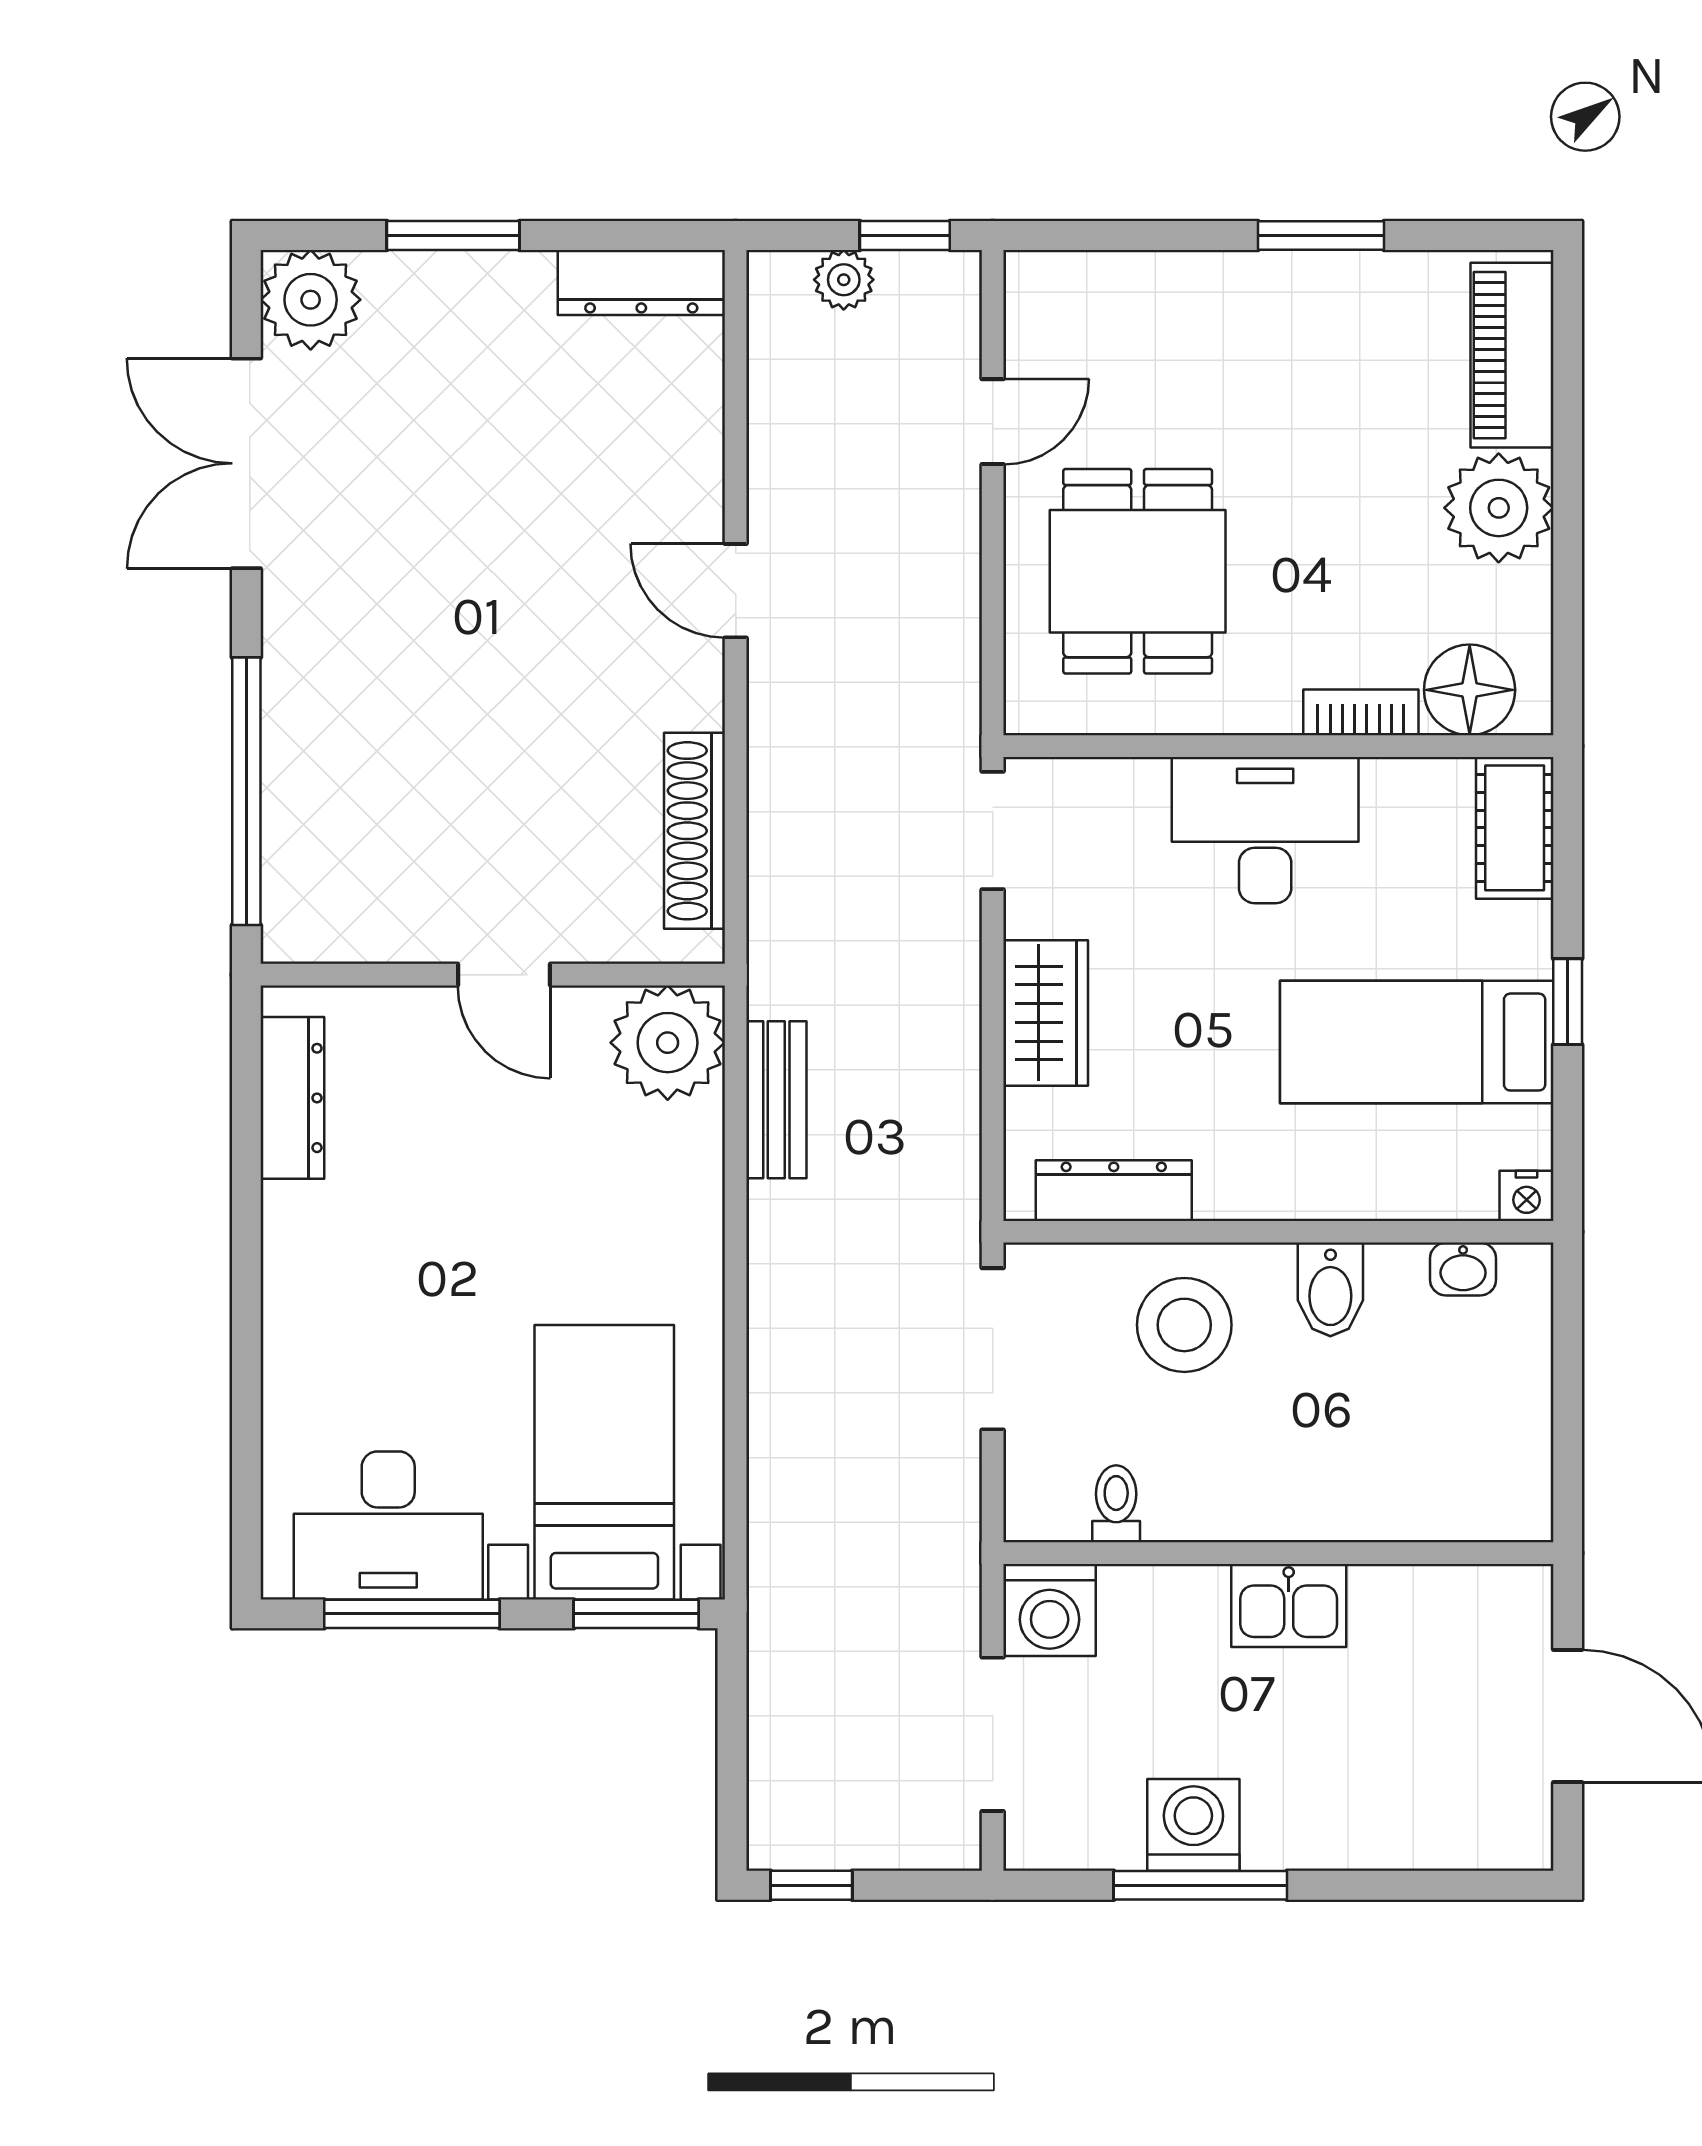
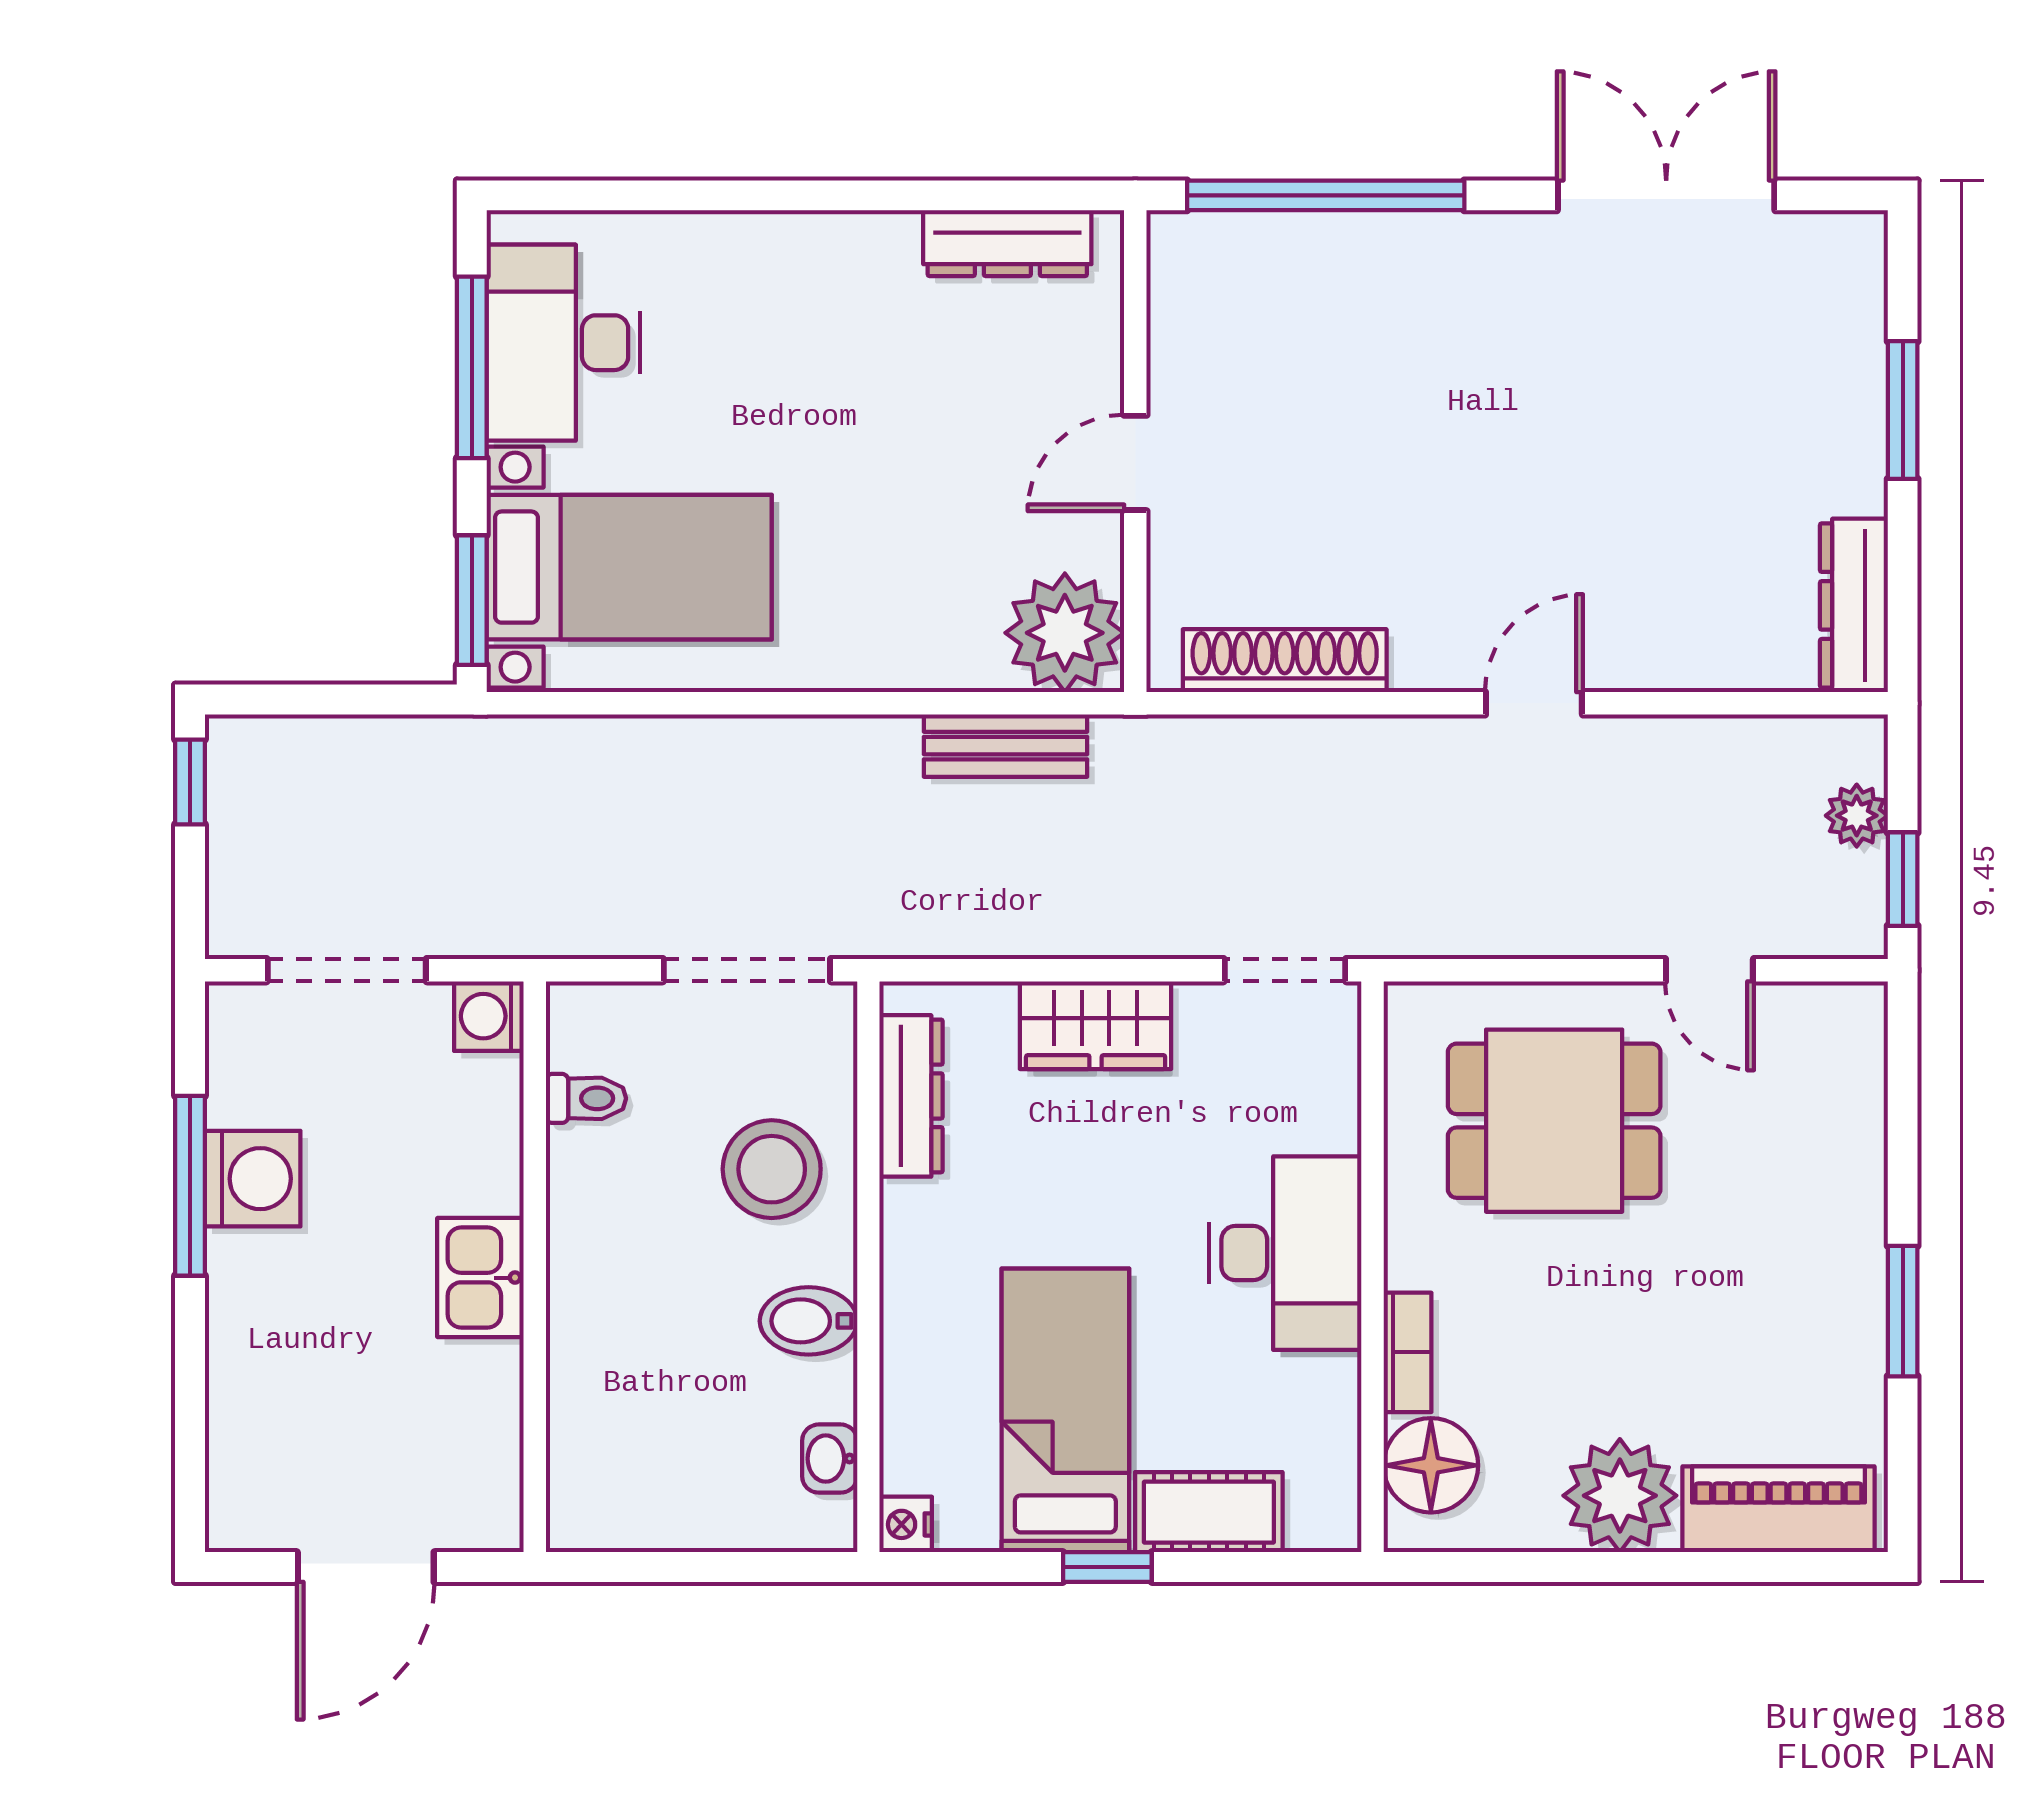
plant: (311, 300) -> (1836, 262), removed
cot: (1515, 828) -> (1209, 1512), moved
washing machine: (1050, 1610) -> (489, 1016), width x0.73, depth x0.73

